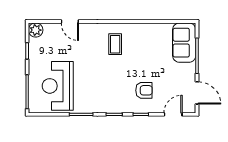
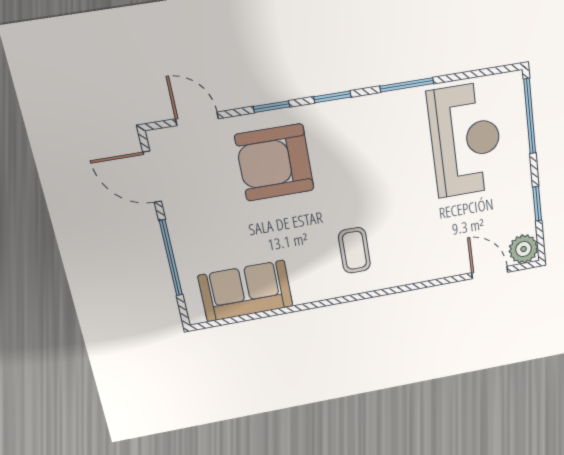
door: (70, 21) -> (490, 272), moved
sofa: (184, 43) -> (246, 291), moved, turned -90
armchair: (144, 90) -> (275, 163), width x1.88, depth x1.88
door: (173, 114) -> (197, 119), swing flipped

